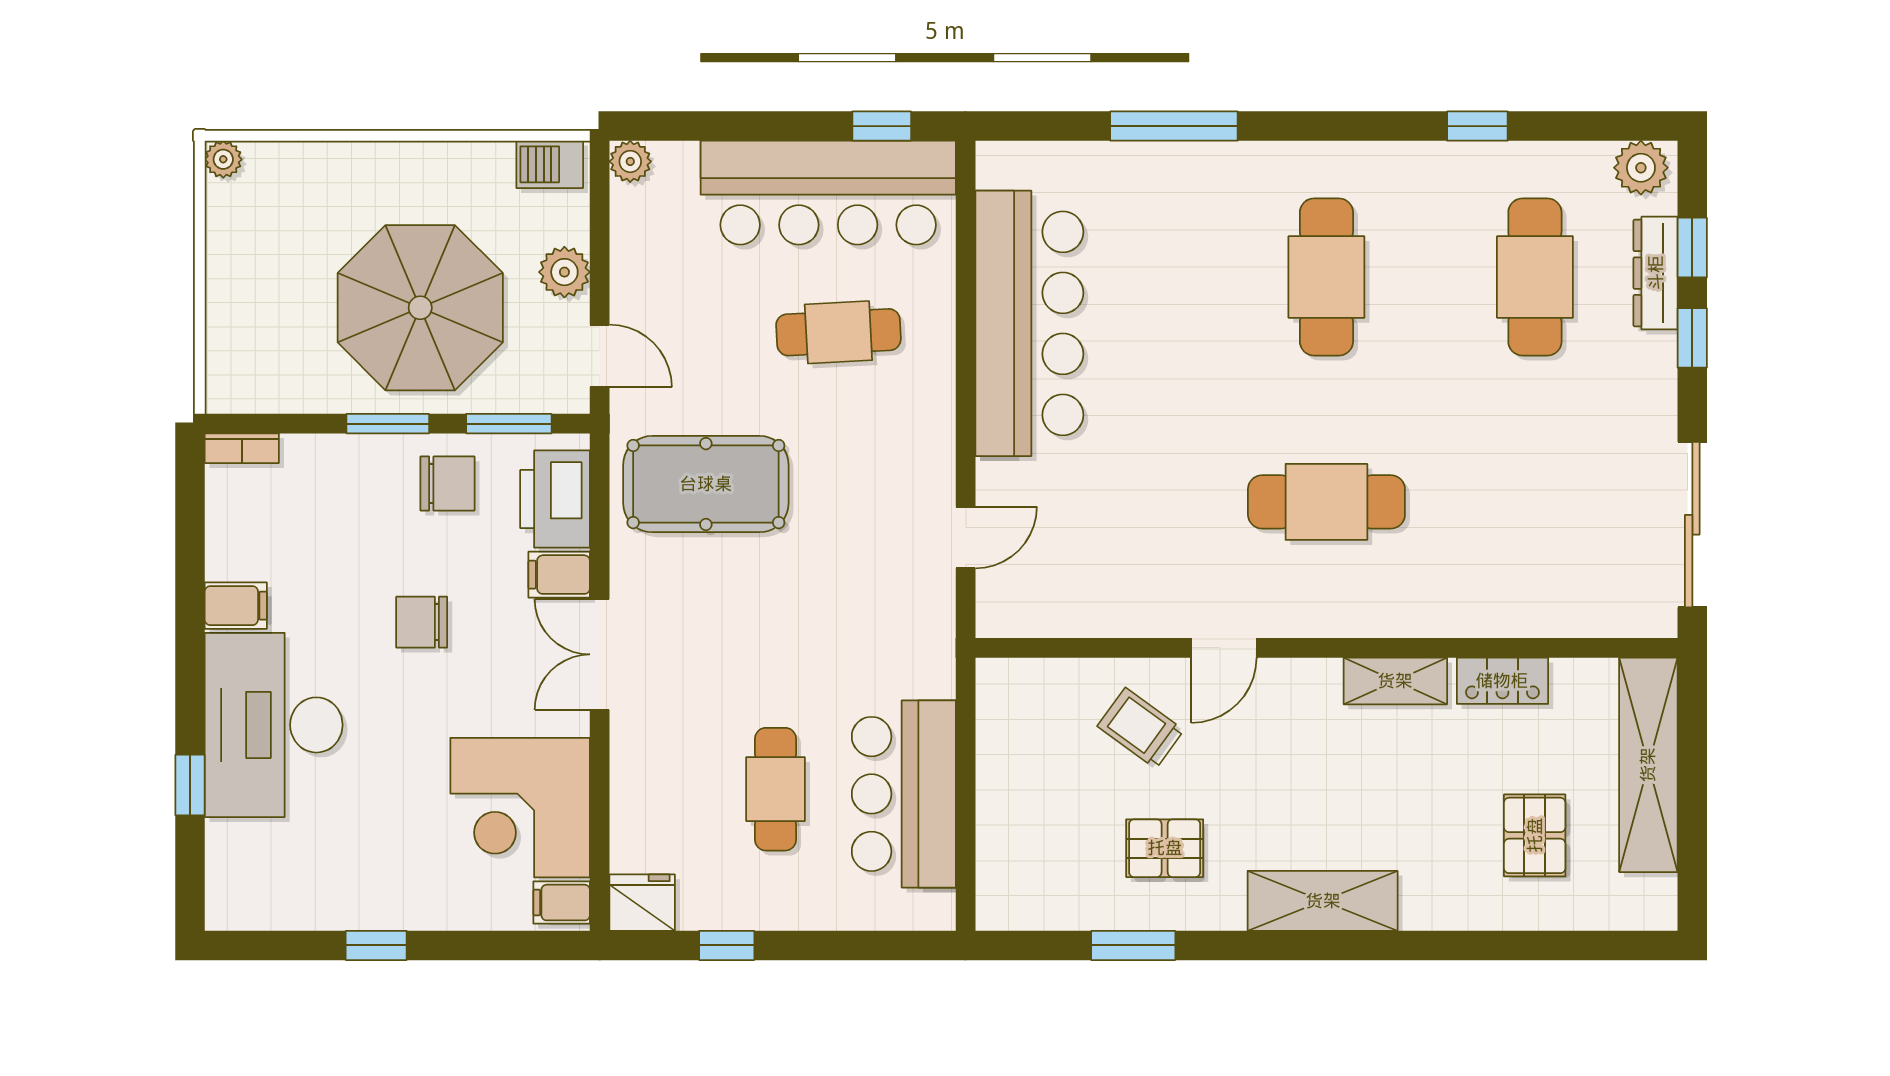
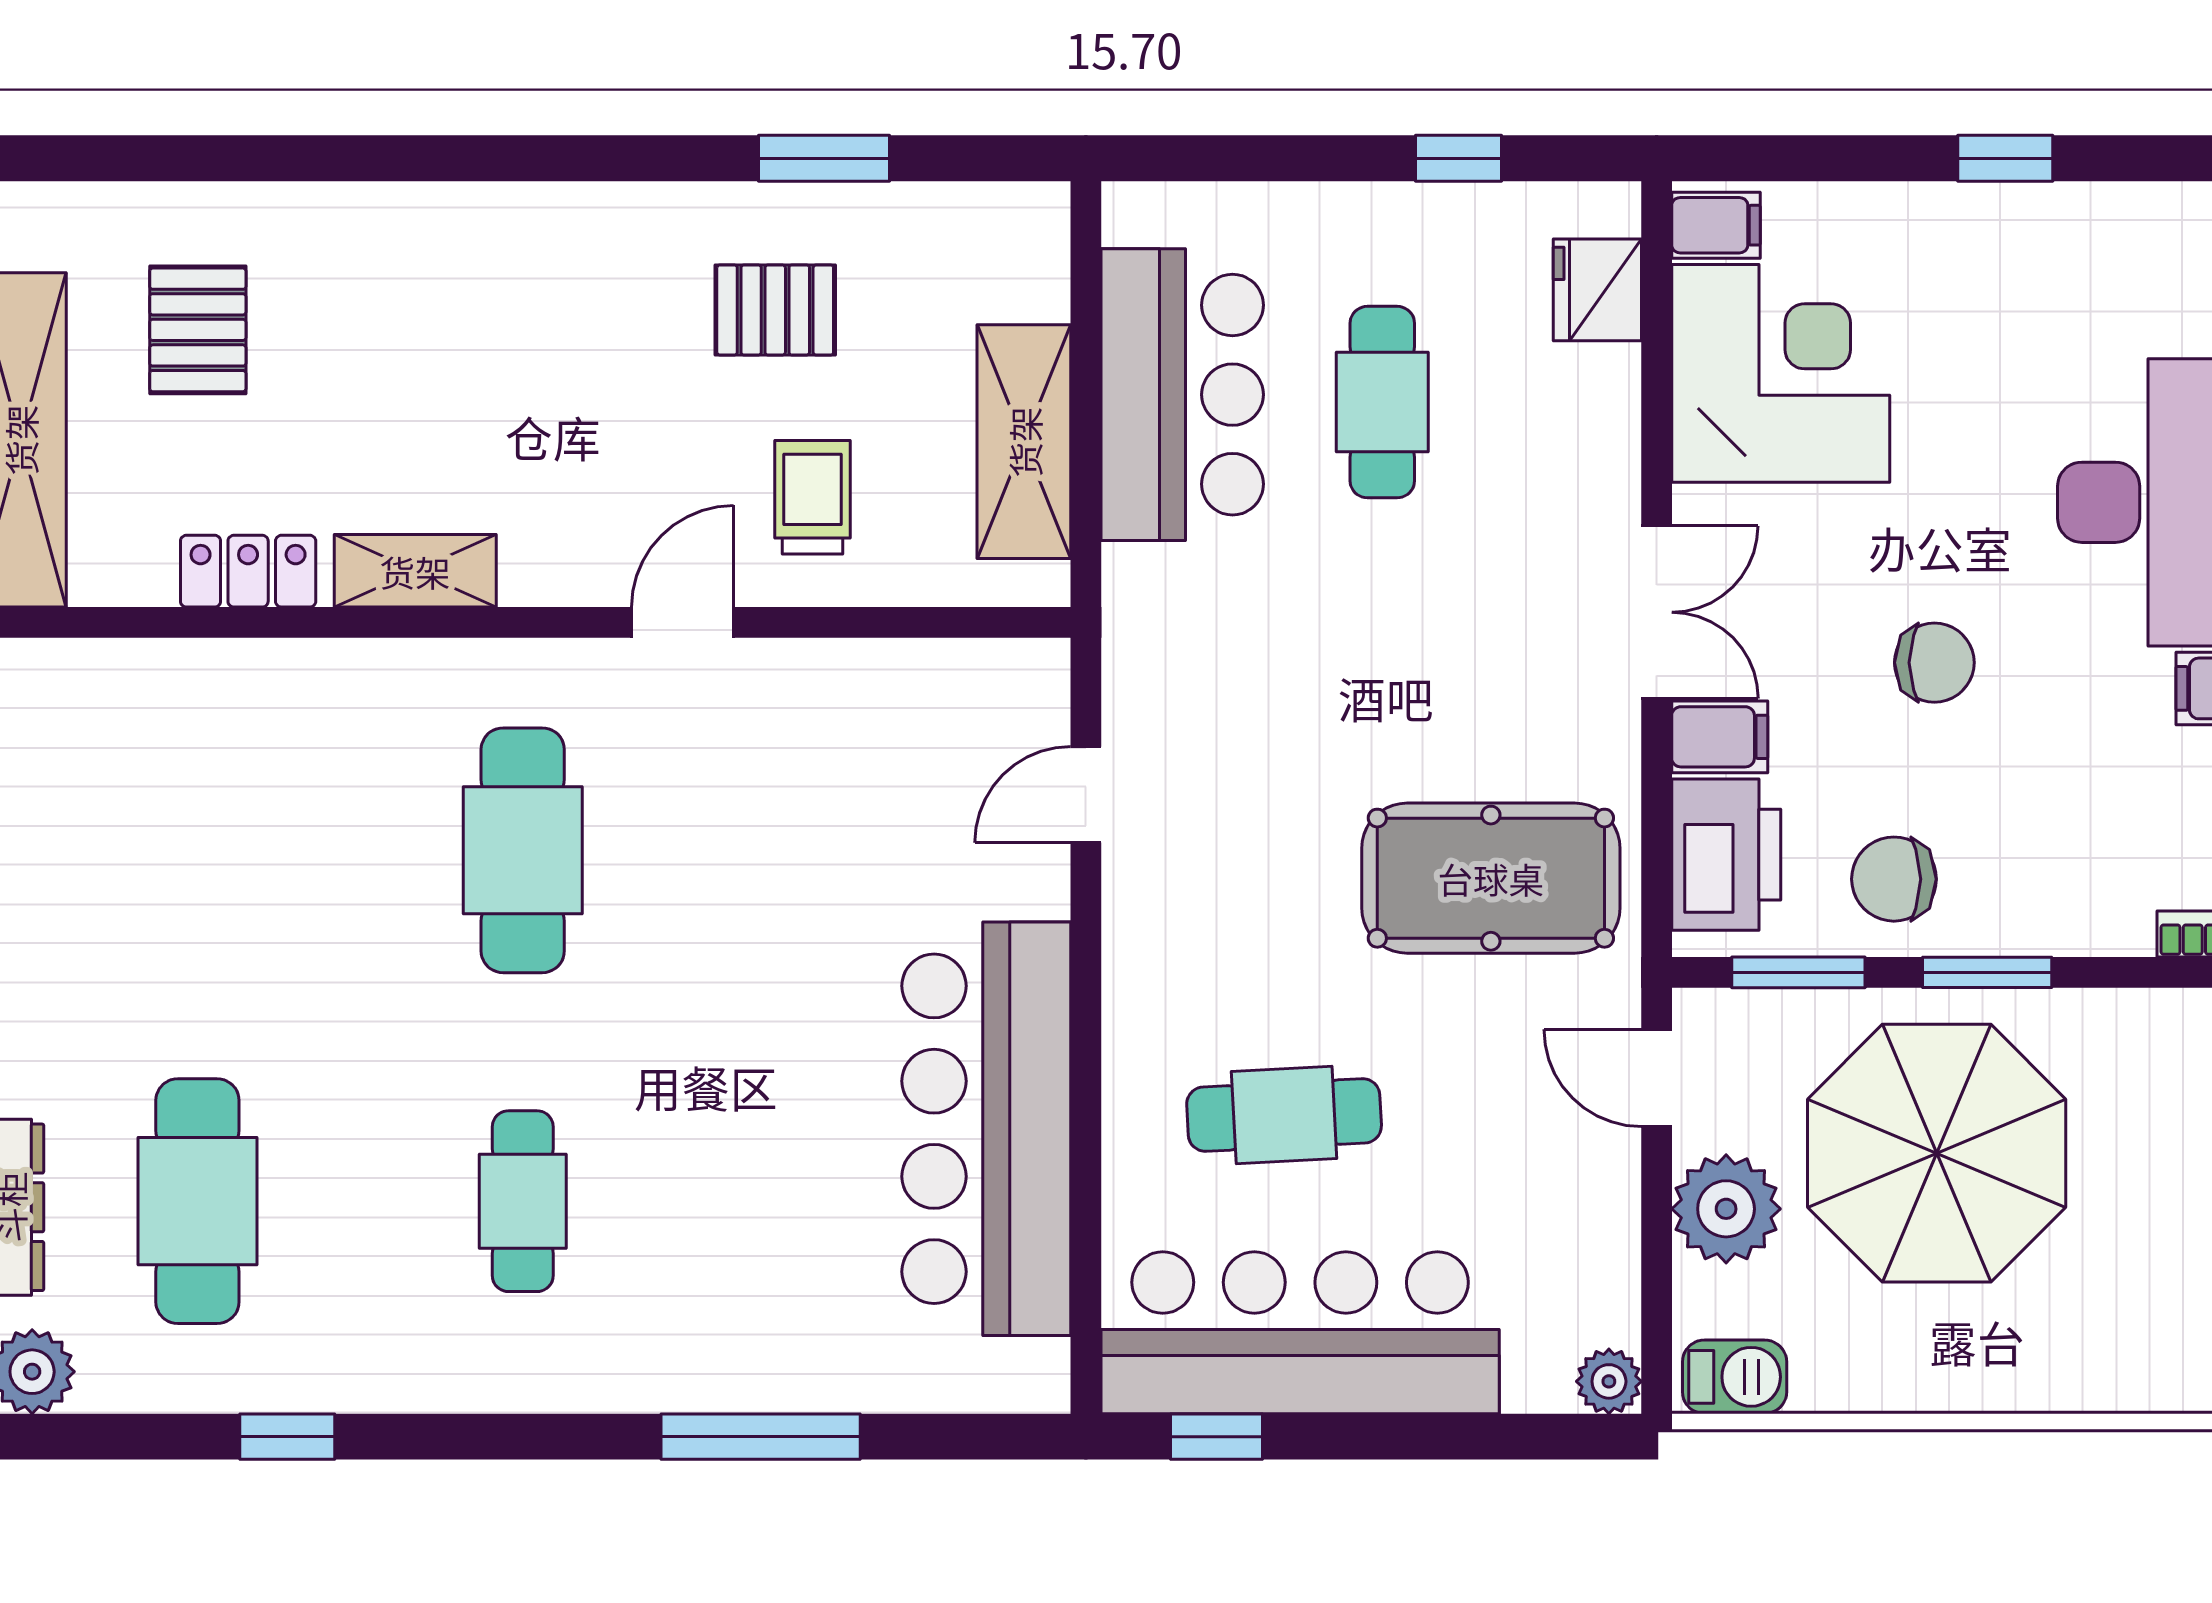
plant: (564, 272) -> (1726, 1209), width x1.36, depth x1.36
cafe table: (1326, 277) -> (523, 1201), width x0.73, depth x0.74
cafe table: (1326, 502) -> (523, 850), turned 90
trolley: (1141, 728) -> (813, 497), turned -126
shelving: (1323, 901) -> (1024, 442), moved, turned 90
fridge: (642, 903) -> (1597, 290), moved, turned 90

